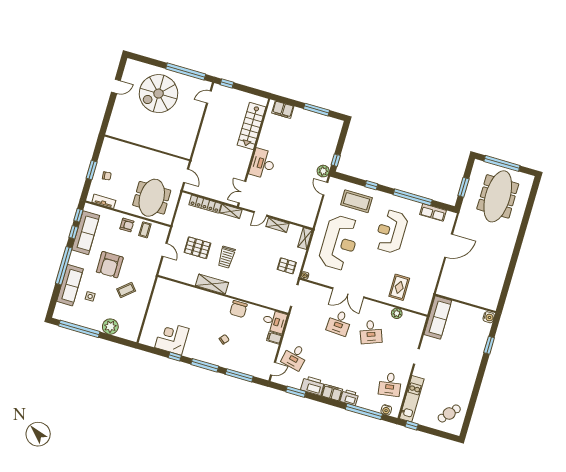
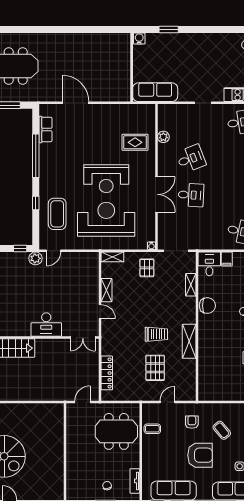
shelving: (231, 211) -> (191, 285), moved
armchair: (127, 225) -> (192, 422), moved
reception desk: (391, 232) -> (106, 179), moved

